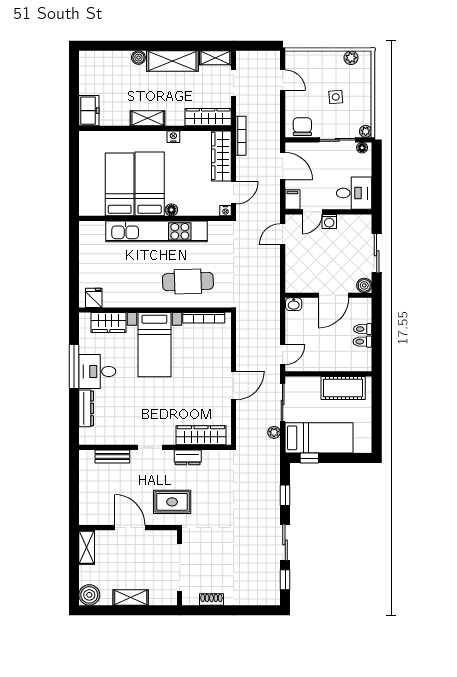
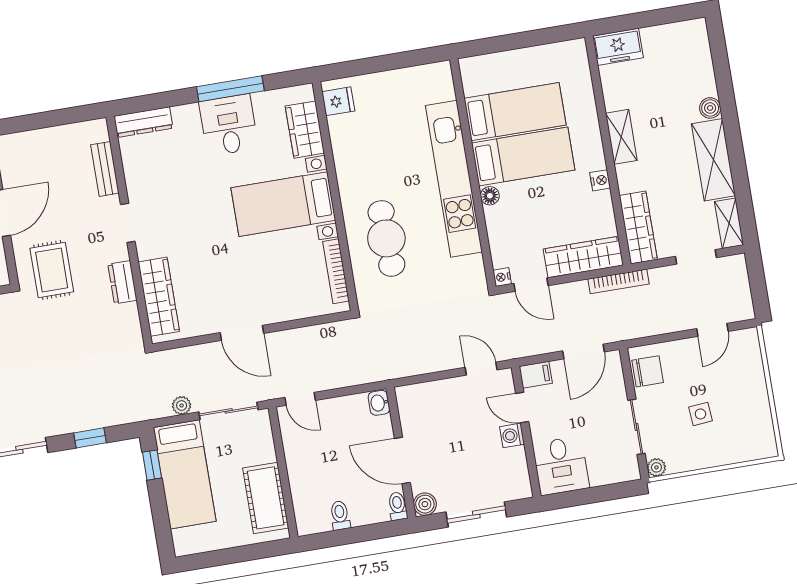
plant: (351, 58) -> (763, 427), removed
floor lamp: (362, 148) -> (631, 466), removed
toilet: (363, 329) -> (398, 506), moved
dresser: (86, 408) -> (143, 122), moved

